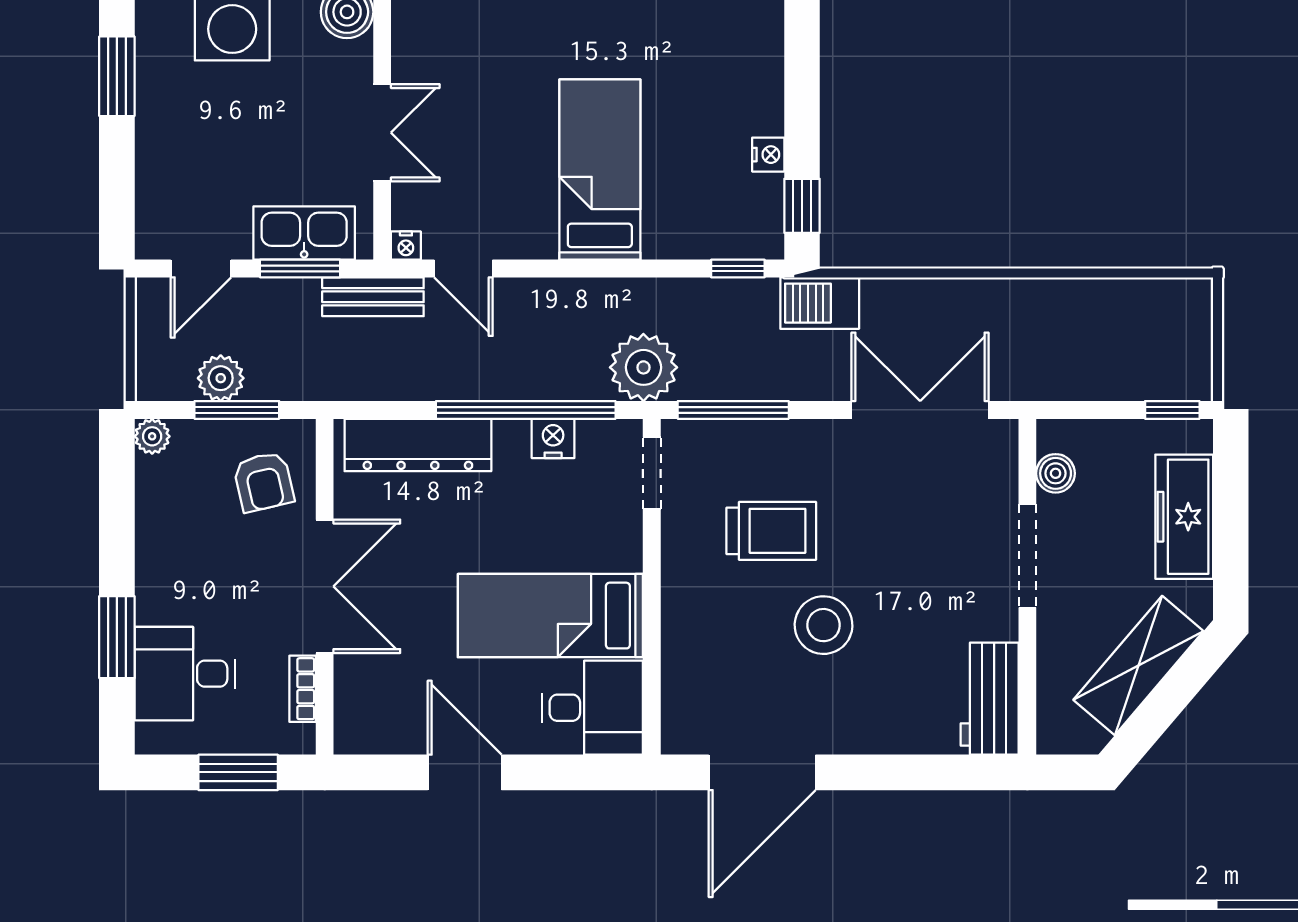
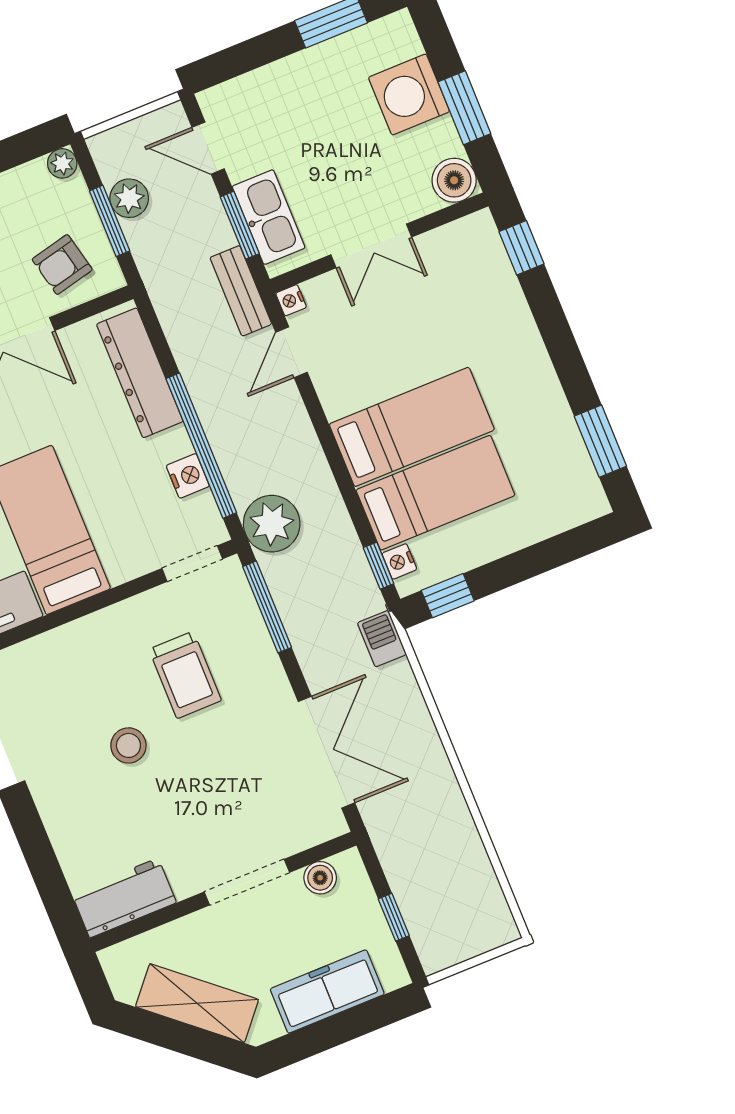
nightstand: (768, 155) -> (399, 561), moved, turned 90
bed: (683, 173) -> (435, 493), added
barbecue: (820, 303) -> (382, 639), width x0.73, depth x0.79
window: (1172, 410) -> (394, 917), moved
stool: (824, 625) -> (128, 745), width x0.73, depth x0.73

